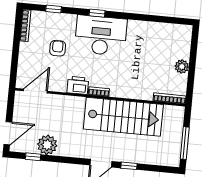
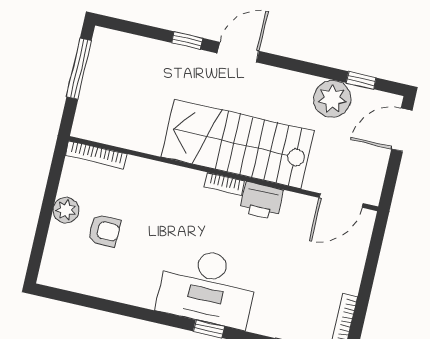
armchair: (58, 48) -> (104, 231), moved, turned -90
stairs: (123, 117) -> (238, 144), moved

